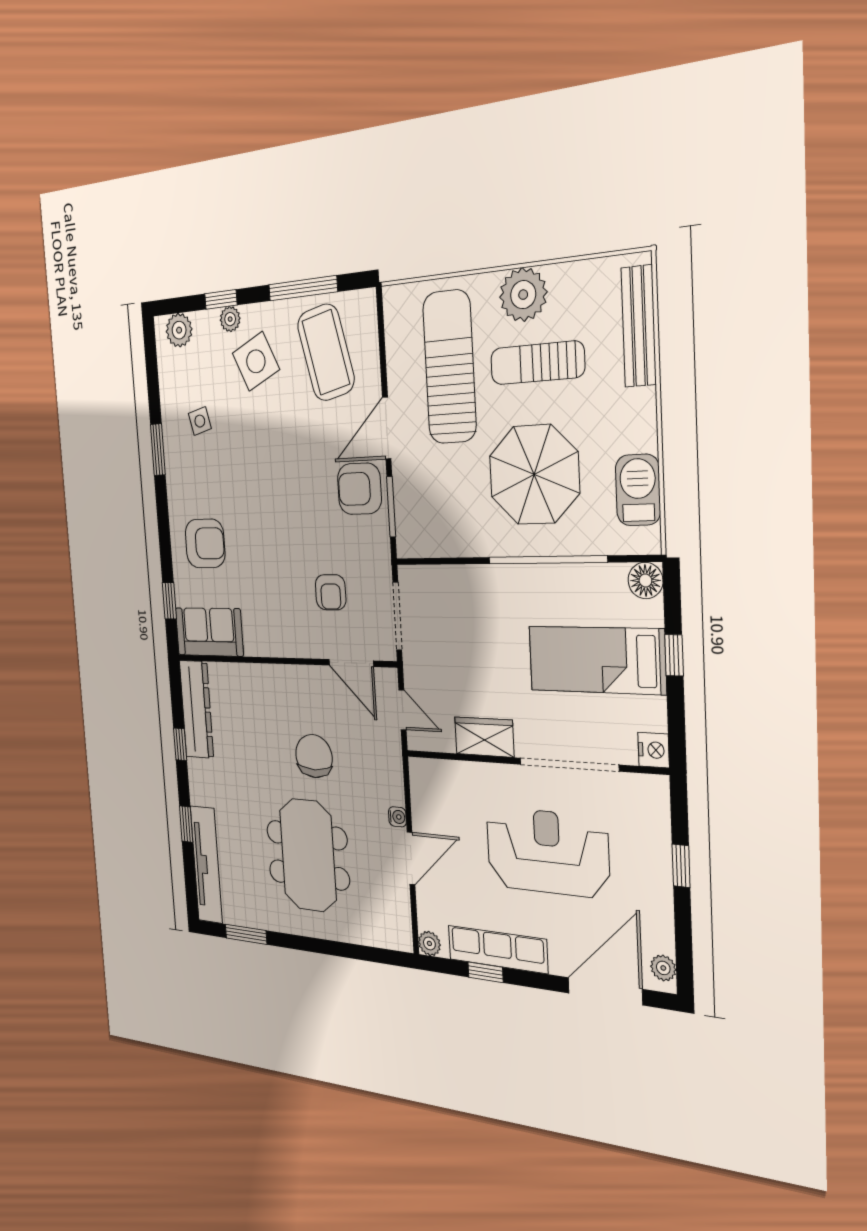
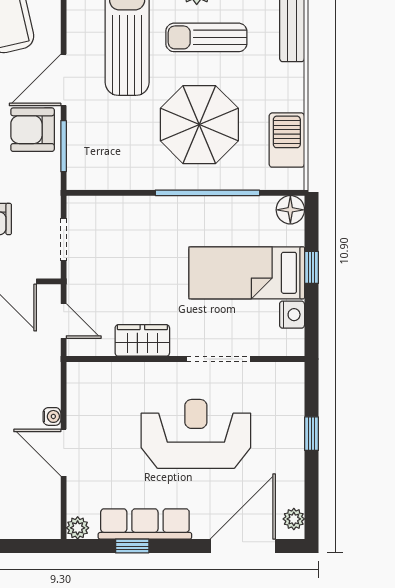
doorway: (397, 616) -> (64, 240), width x0.73
nightstand: (654, 750) -> (292, 315), moved
doorway: (569, 765) -> (219, 359), width x0.73
door: (411, 858) -> (64, 453), swing flipped

